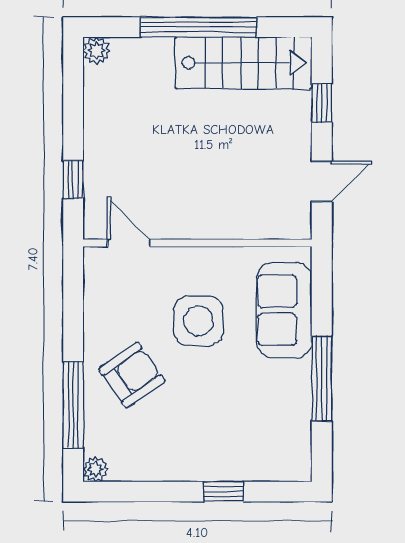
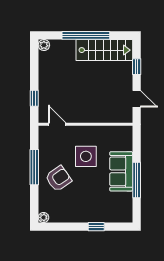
door: (322, 181) -> (137, 99), hinge flipped
sofa: (284, 310) -> (121, 171), moved
window: (73, 405) -> (34, 167), moved

